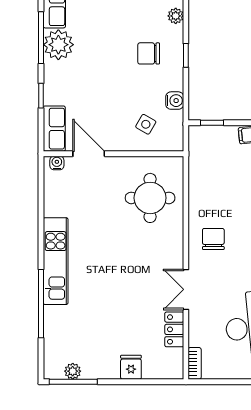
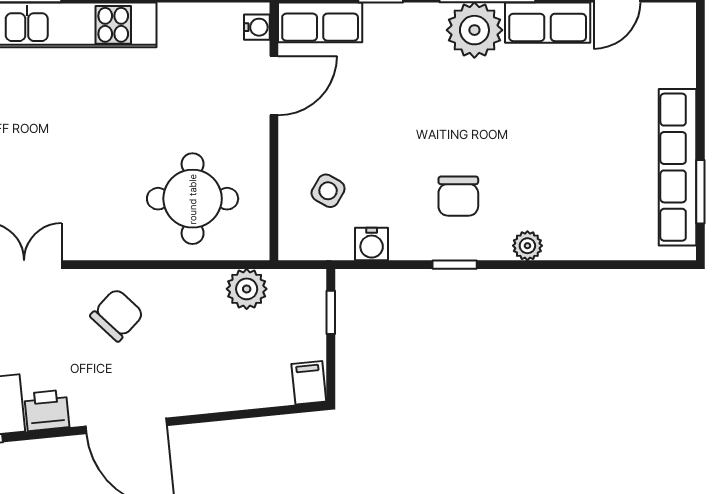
chair: (149, 53) -> (458, 196), turned 180
plant: (199, 169) -> (247, 289), added
chair: (213, 239) -> (117, 315), turned -47

